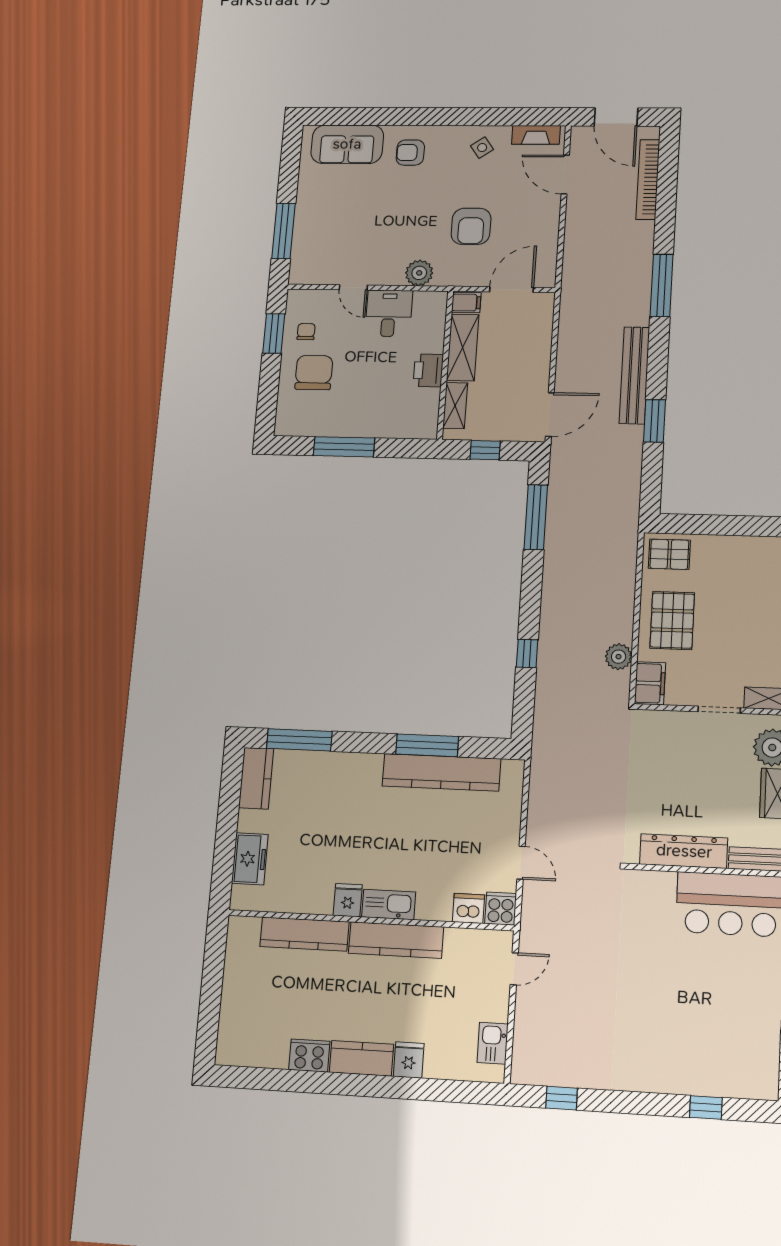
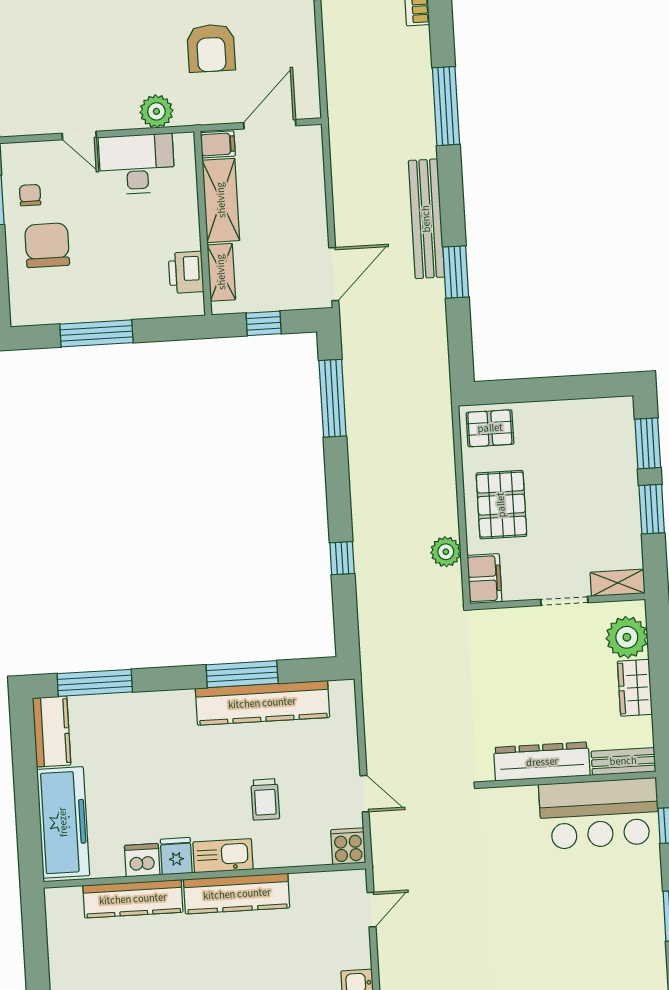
desk: (389, 313) -> (137, 164), width x1.37
printer: (428, 370) -> (186, 272), moved
trolley: (433, 858) -> (265, 799), added
freezer: (250, 859) -> (63, 822), width x1.91, depth x1.26
dishwasher: (468, 908) -> (142, 860), moved

